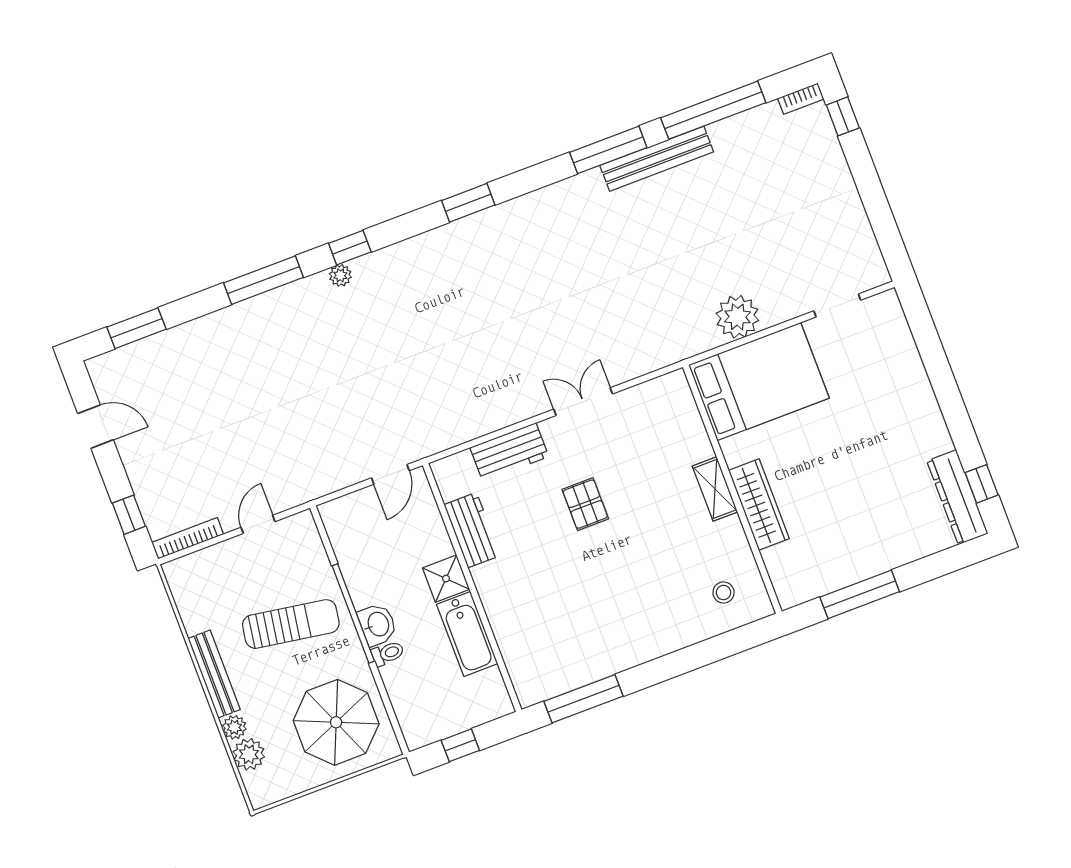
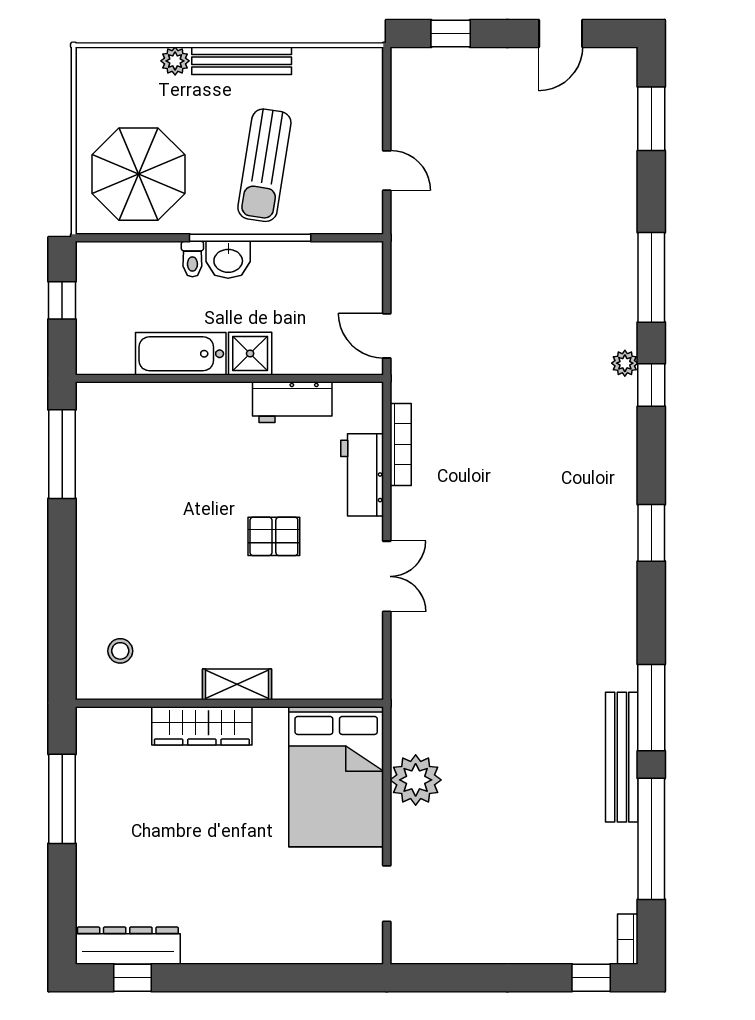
bookcase: (188, 538) -> (401, 444), moved
plant: (249, 754) -> (139, 66), removed

